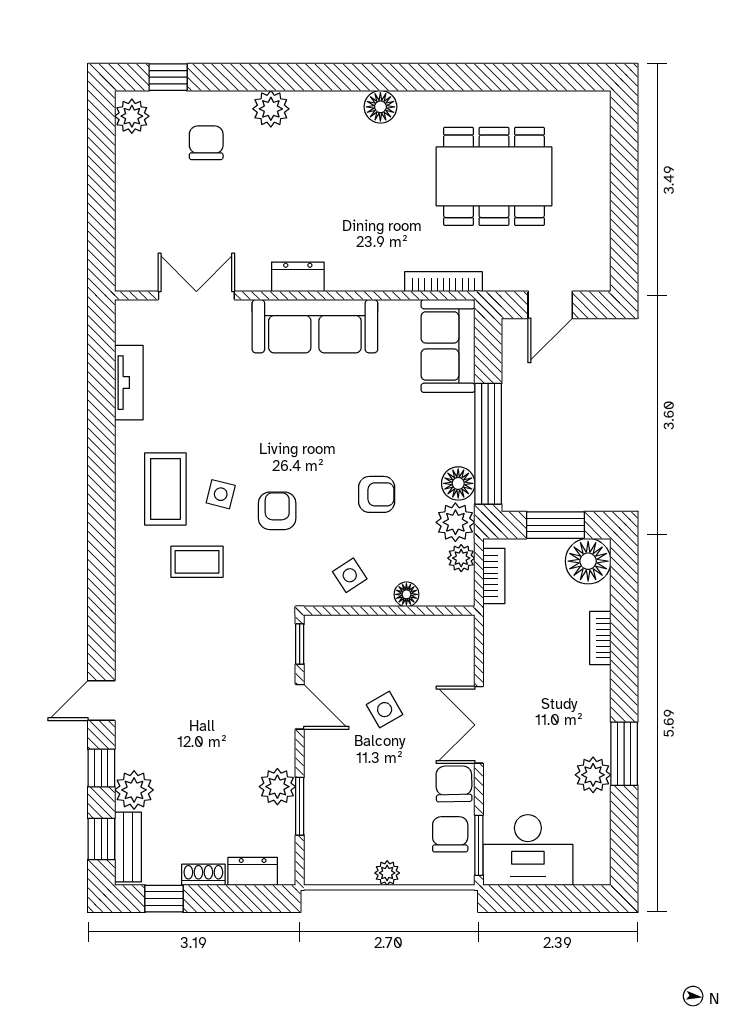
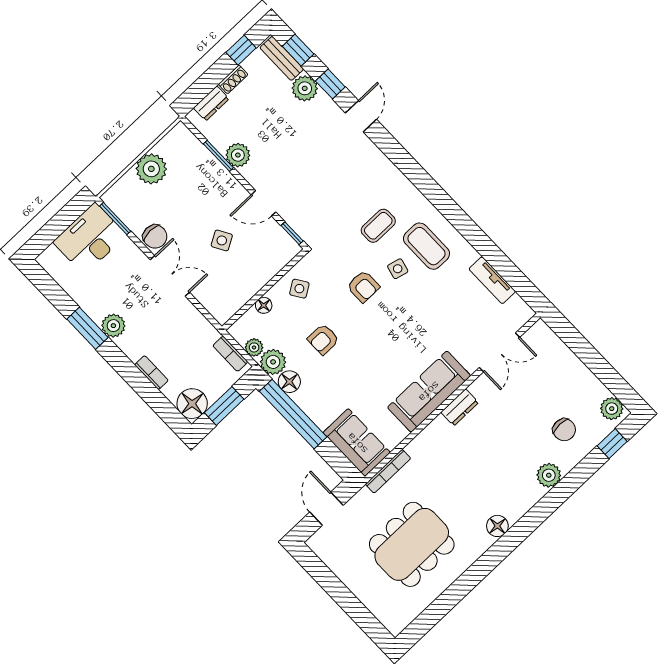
plant: (593, 775) -> (113, 326), moved
chair: (450, 834) -> (134, 211), removed
plant: (387, 873) -> (151, 169), width x1.88, depth x1.88

